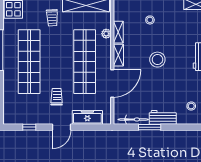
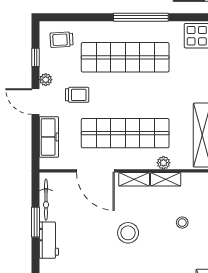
trolley: (52, 18) -> (62, 40), moved
plant: (45, 120) -> (46, 80), added

